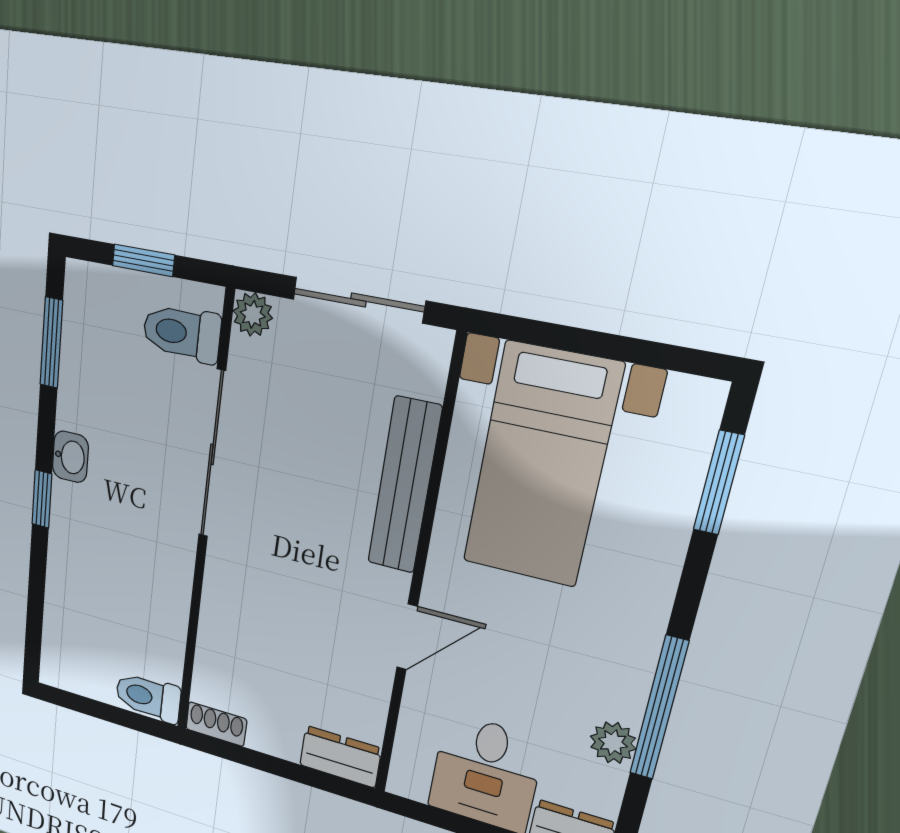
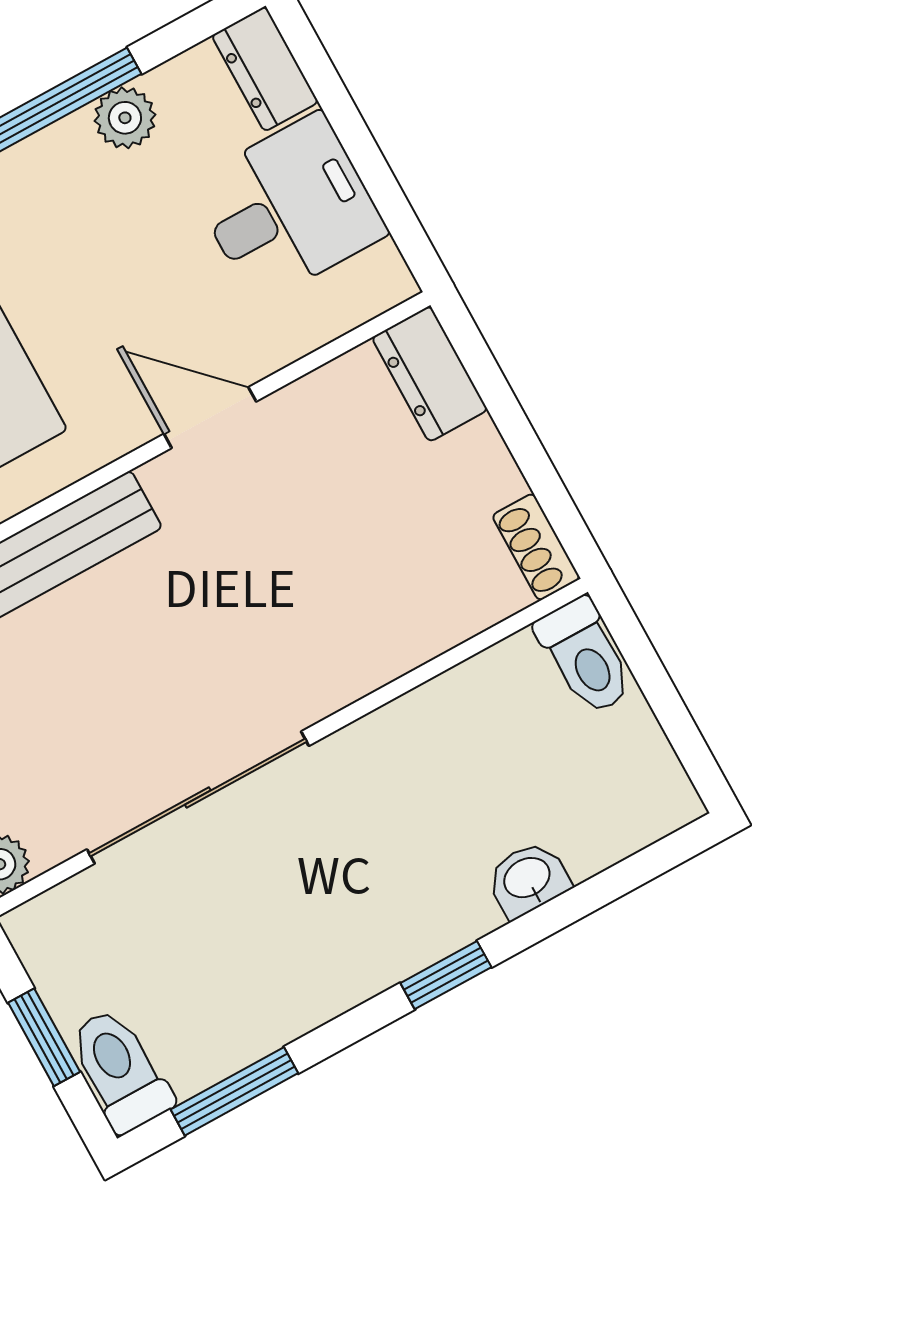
toilet: (182, 333) -> (120, 1070), moved, turned 180
washbasin: (70, 457) -> (528, 879), moved

